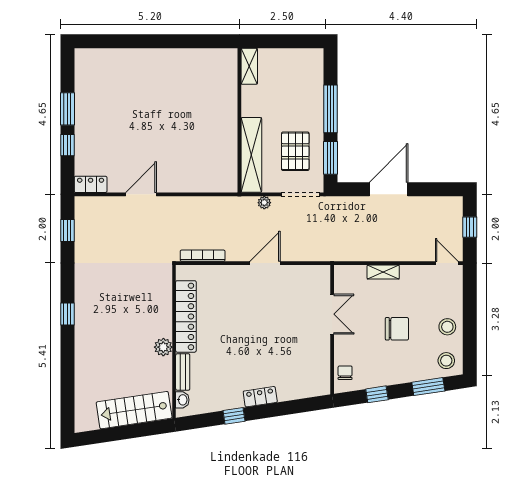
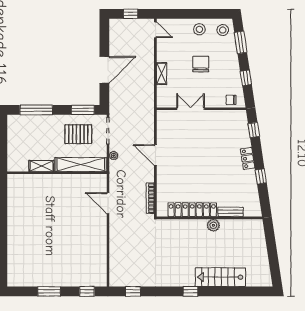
shelving: (249, 66) -> (41, 166), moved
window: (330, 109) -> (36, 110), moved
window: (67, 145) -> (87, 291), moved
locker: (91, 184) -> (101, 275), removed
door: (389, 189) -> (104, 70), swing flipped
door: (141, 194) -> (108, 203), moved
door: (447, 263) -> (155, 30), swing flipped
washbasin: (182, 400) -> (250, 212), removed
window: (301, 406) -> (254, 130), added
stairs: (134, 410) -> (220, 277), moved, turned 99

